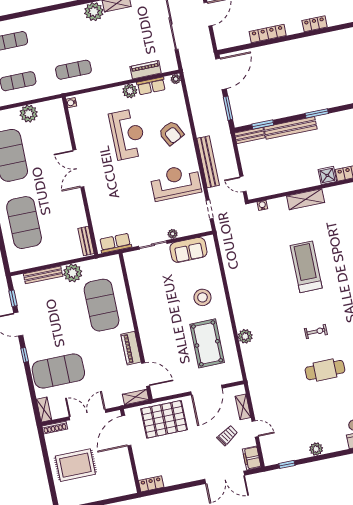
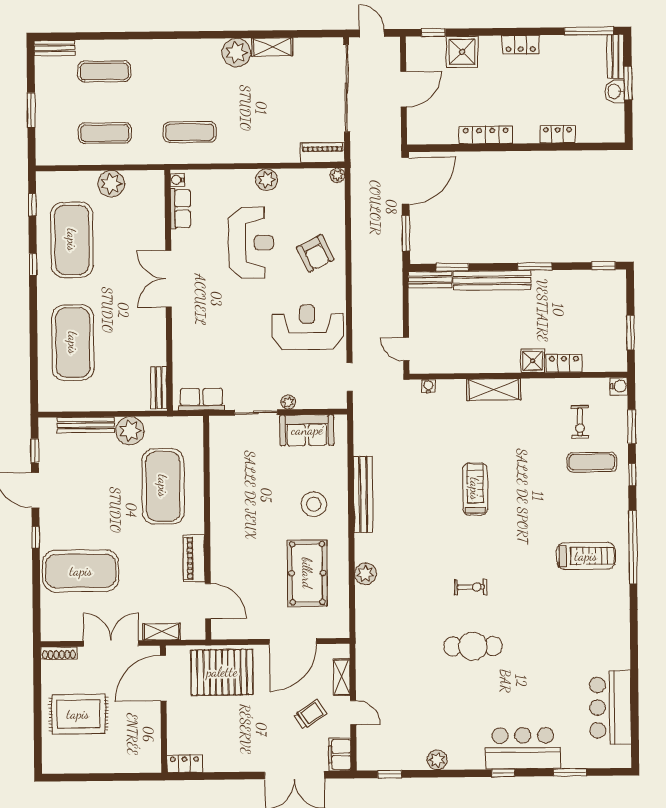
piano: (146, 70) -> (322, 153), moved
row of seats: (151, 86) -> (180, 209), moved, turned -90
bench: (208, 162) -> (363, 494), moved
treadmill: (306, 267) -> (475, 489), width x0.73, depth x0.73
shelving: (136, 397) -> (162, 632), moved
shelving: (44, 410) -> (48, 624), removed

